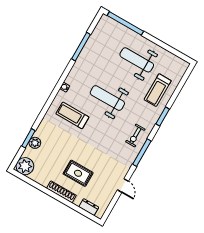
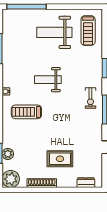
treadmill: (158, 90) -> (88, 31), moved
weight bench: (107, 98) -> (48, 80), width x0.73, depth x0.75
shoe rack: (61, 192) -> (42, 183), moved

